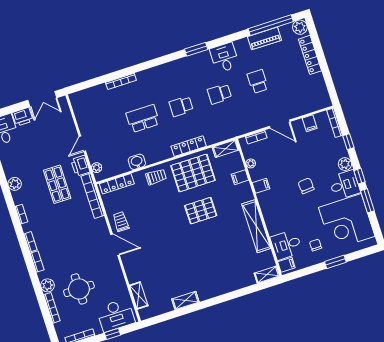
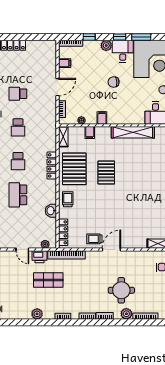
round table: (79, 289) -> (121, 290), moved

